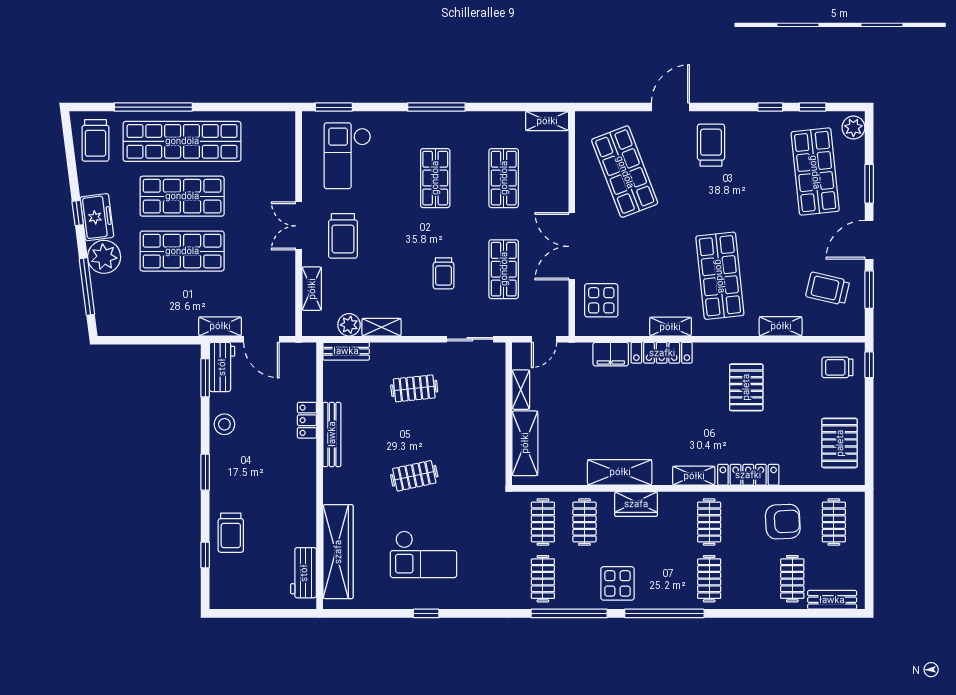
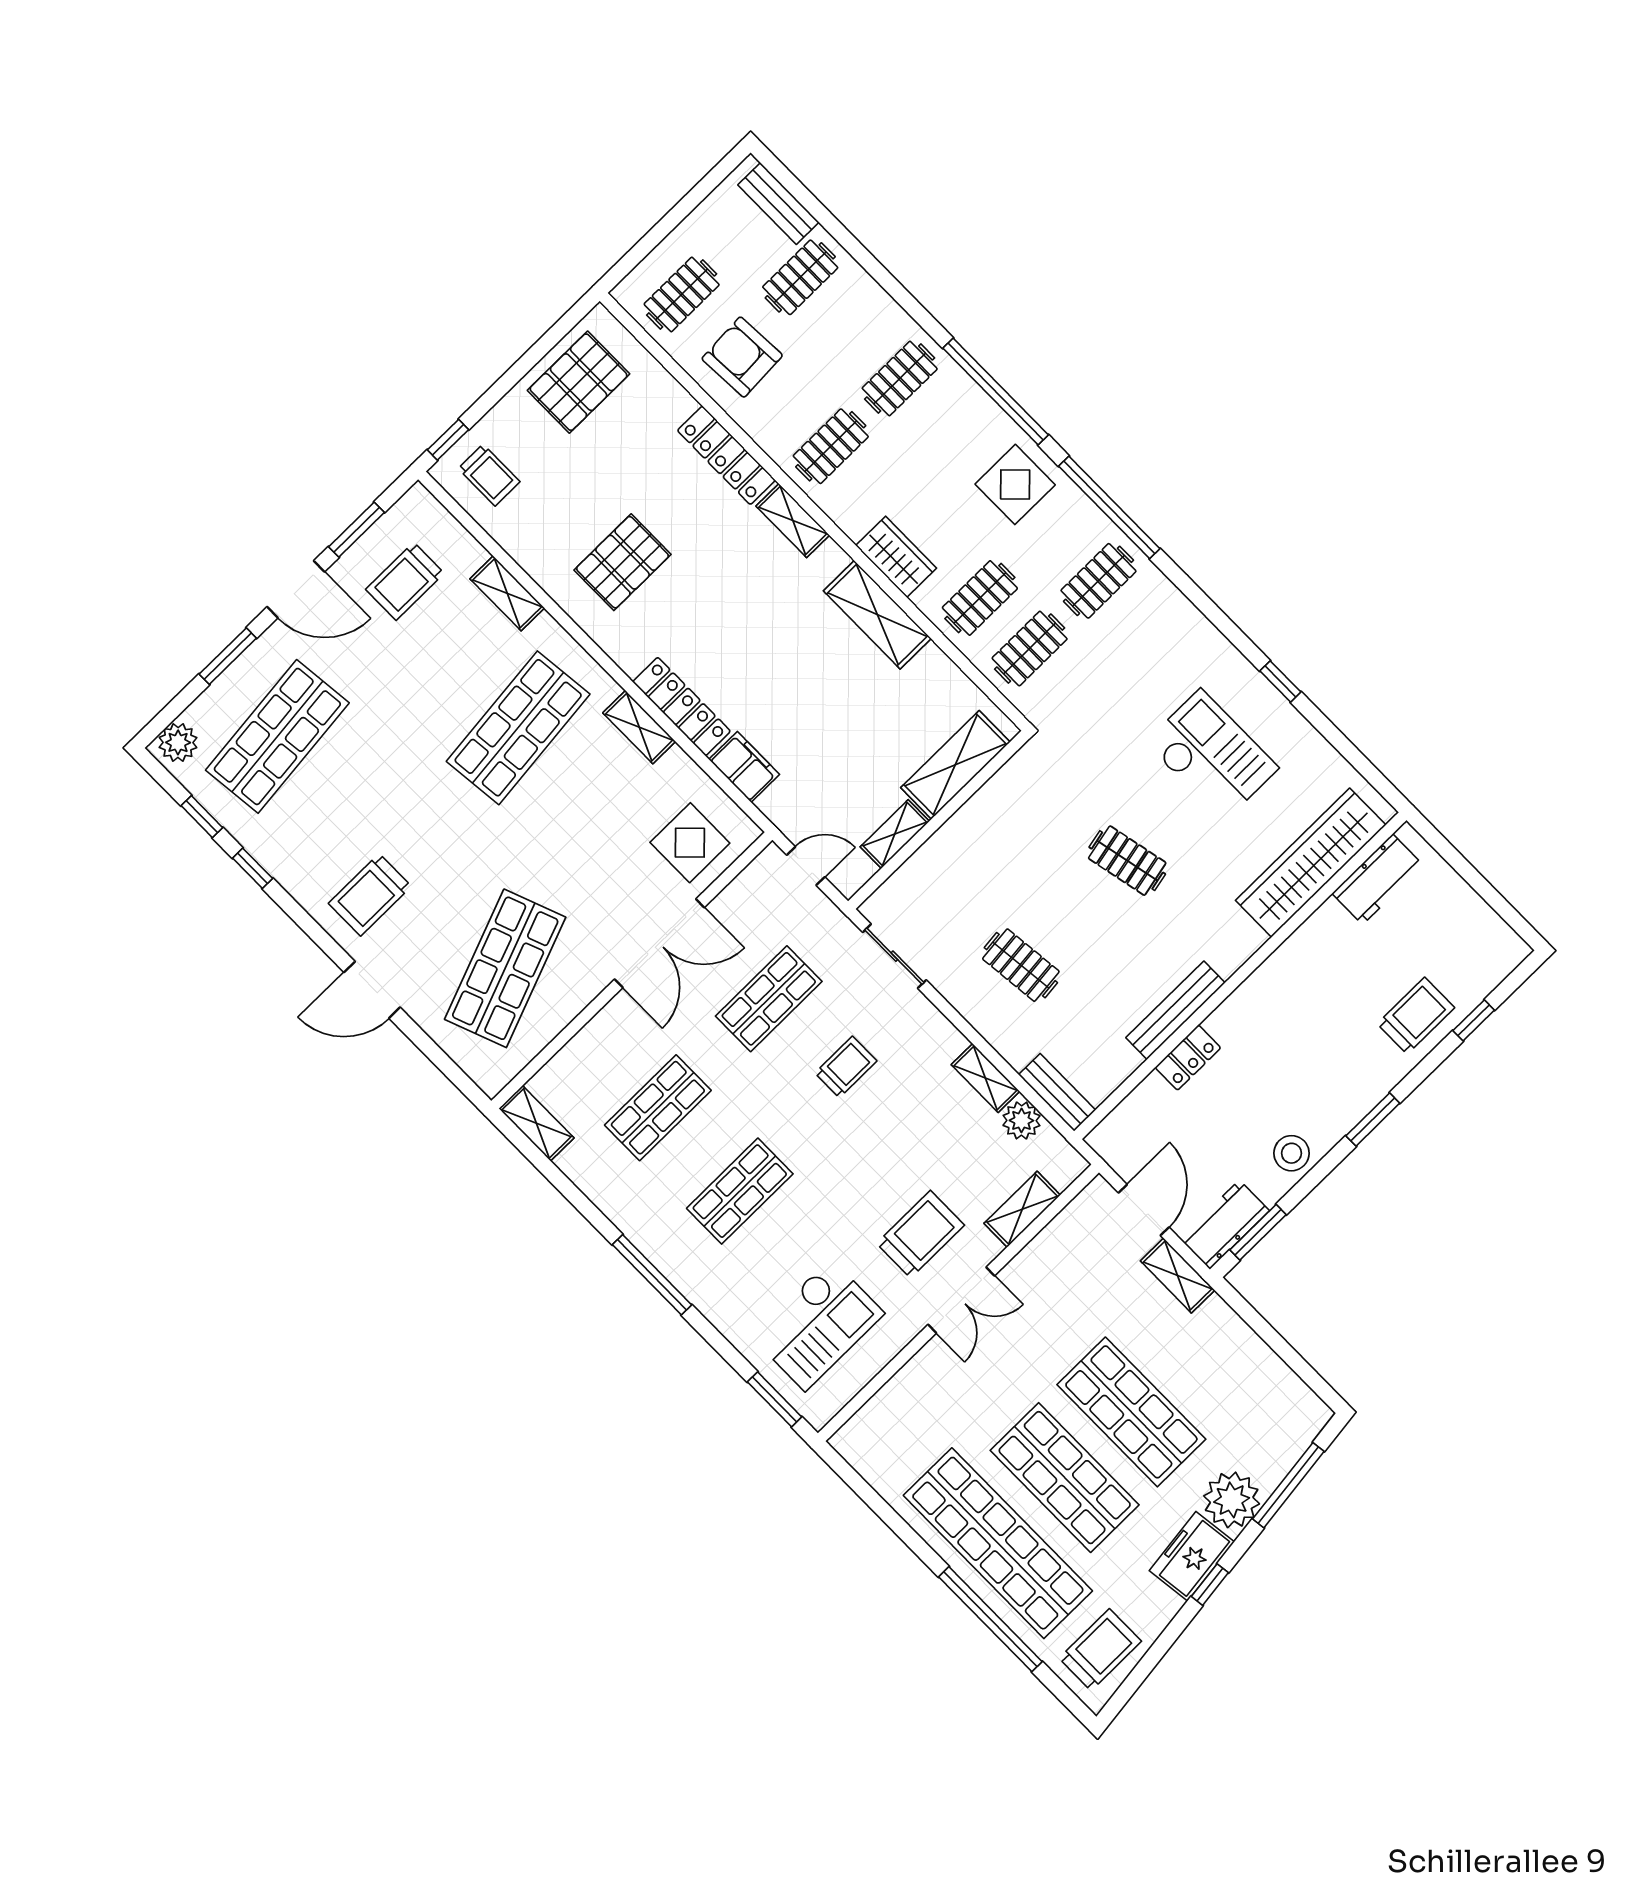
trolley: (828, 289) -> (405, 581), turned 77

